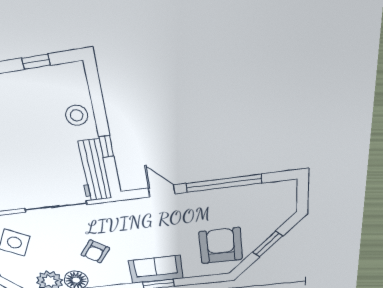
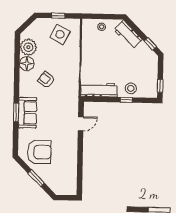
window: (36, 62) -> (160, 86), moved
window: (106, 147) -> (126, 100), moved
window: (224, 183) -> (80, 157), removed

